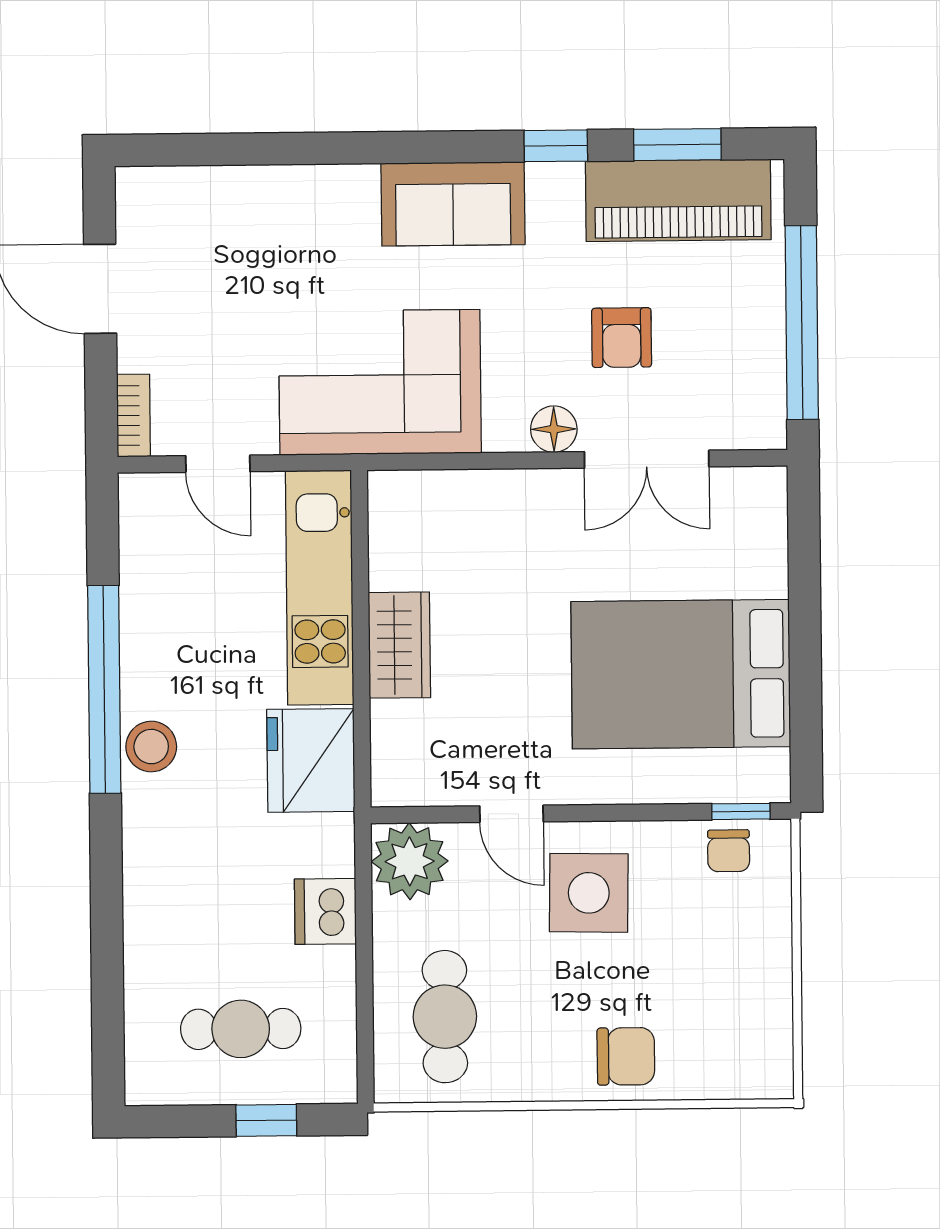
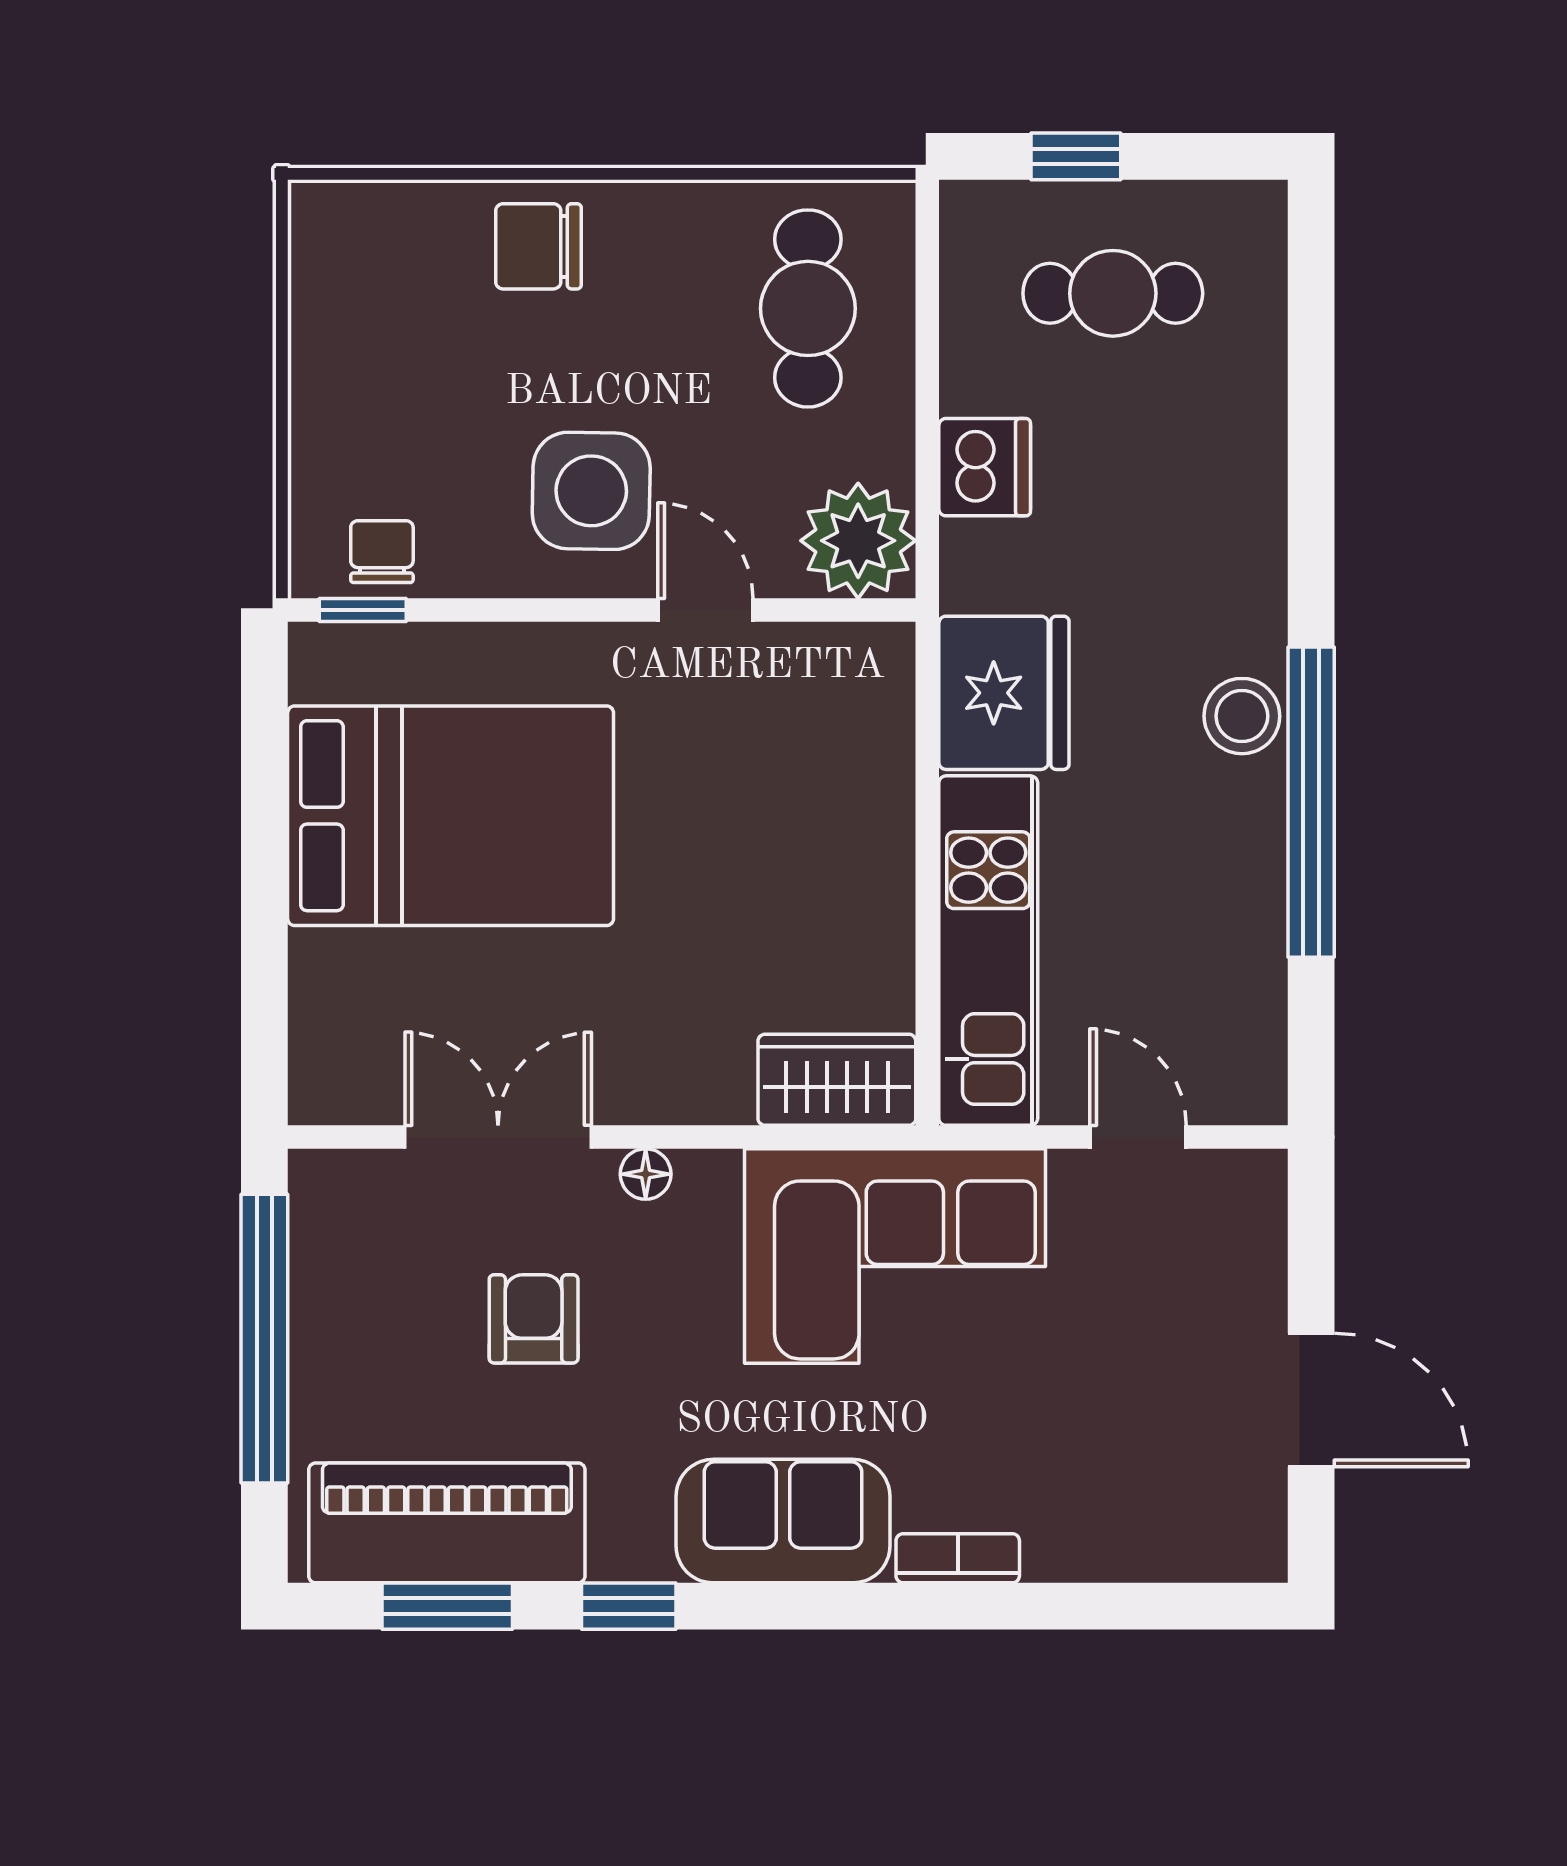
bookcase: (133, 415) -> (958, 1558), moved, turned 90
floor lamp: (554, 429) -> (646, 1174), width x0.73, depth x0.73
wardrobe: (399, 645) -> (837, 1080), moved, turned 90

